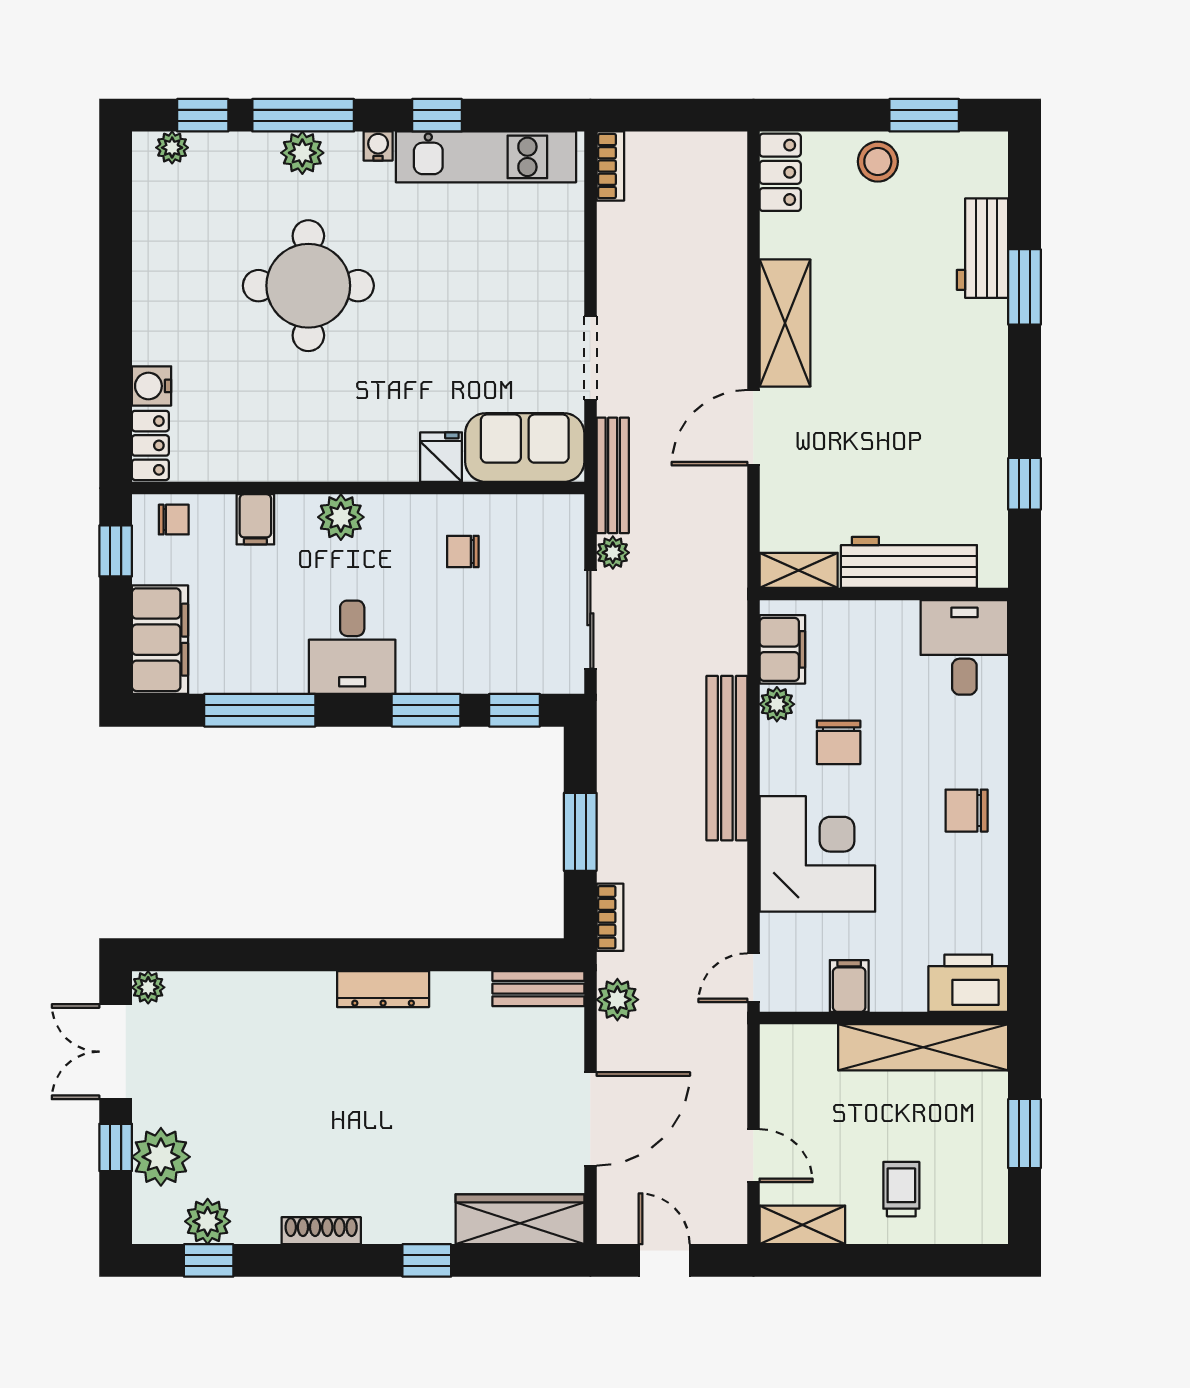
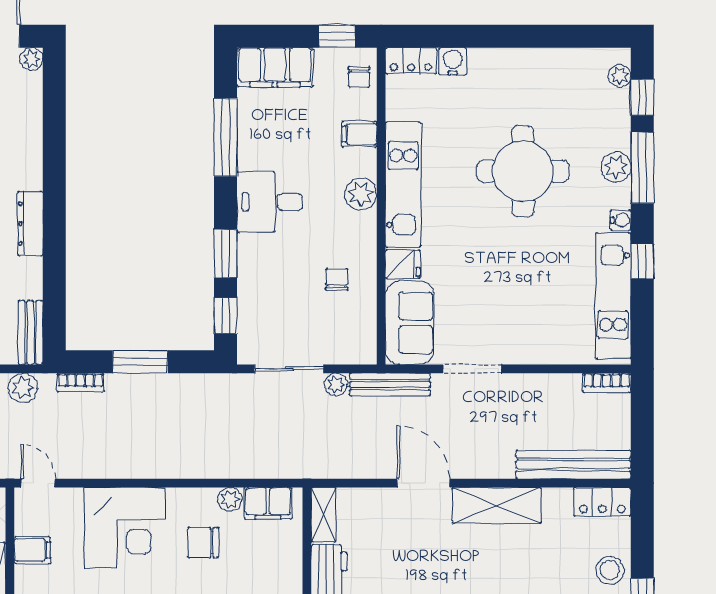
kitchen unit: (327, 457) -> (403, 185), added
bench: (727, 758) -> (573, 464), moved

